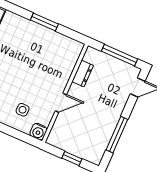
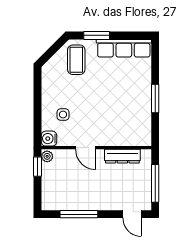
dresser: (83, 73) -> (122, 156), width x1.44
plant: (53, 140) -> (47, 156), added
window: (72, 158) -> (38, 167), moved

